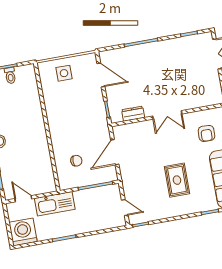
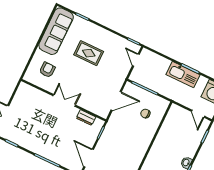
rug: (177, 180) -> (89, 53), turned 90
kitchen sink: (55, 204) -> (183, 75), moved, turned 180

